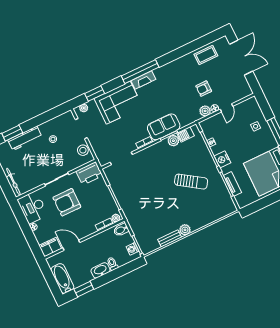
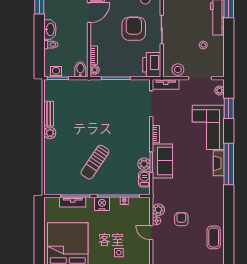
tv unit: (100, 154) -> (166, 84), added

